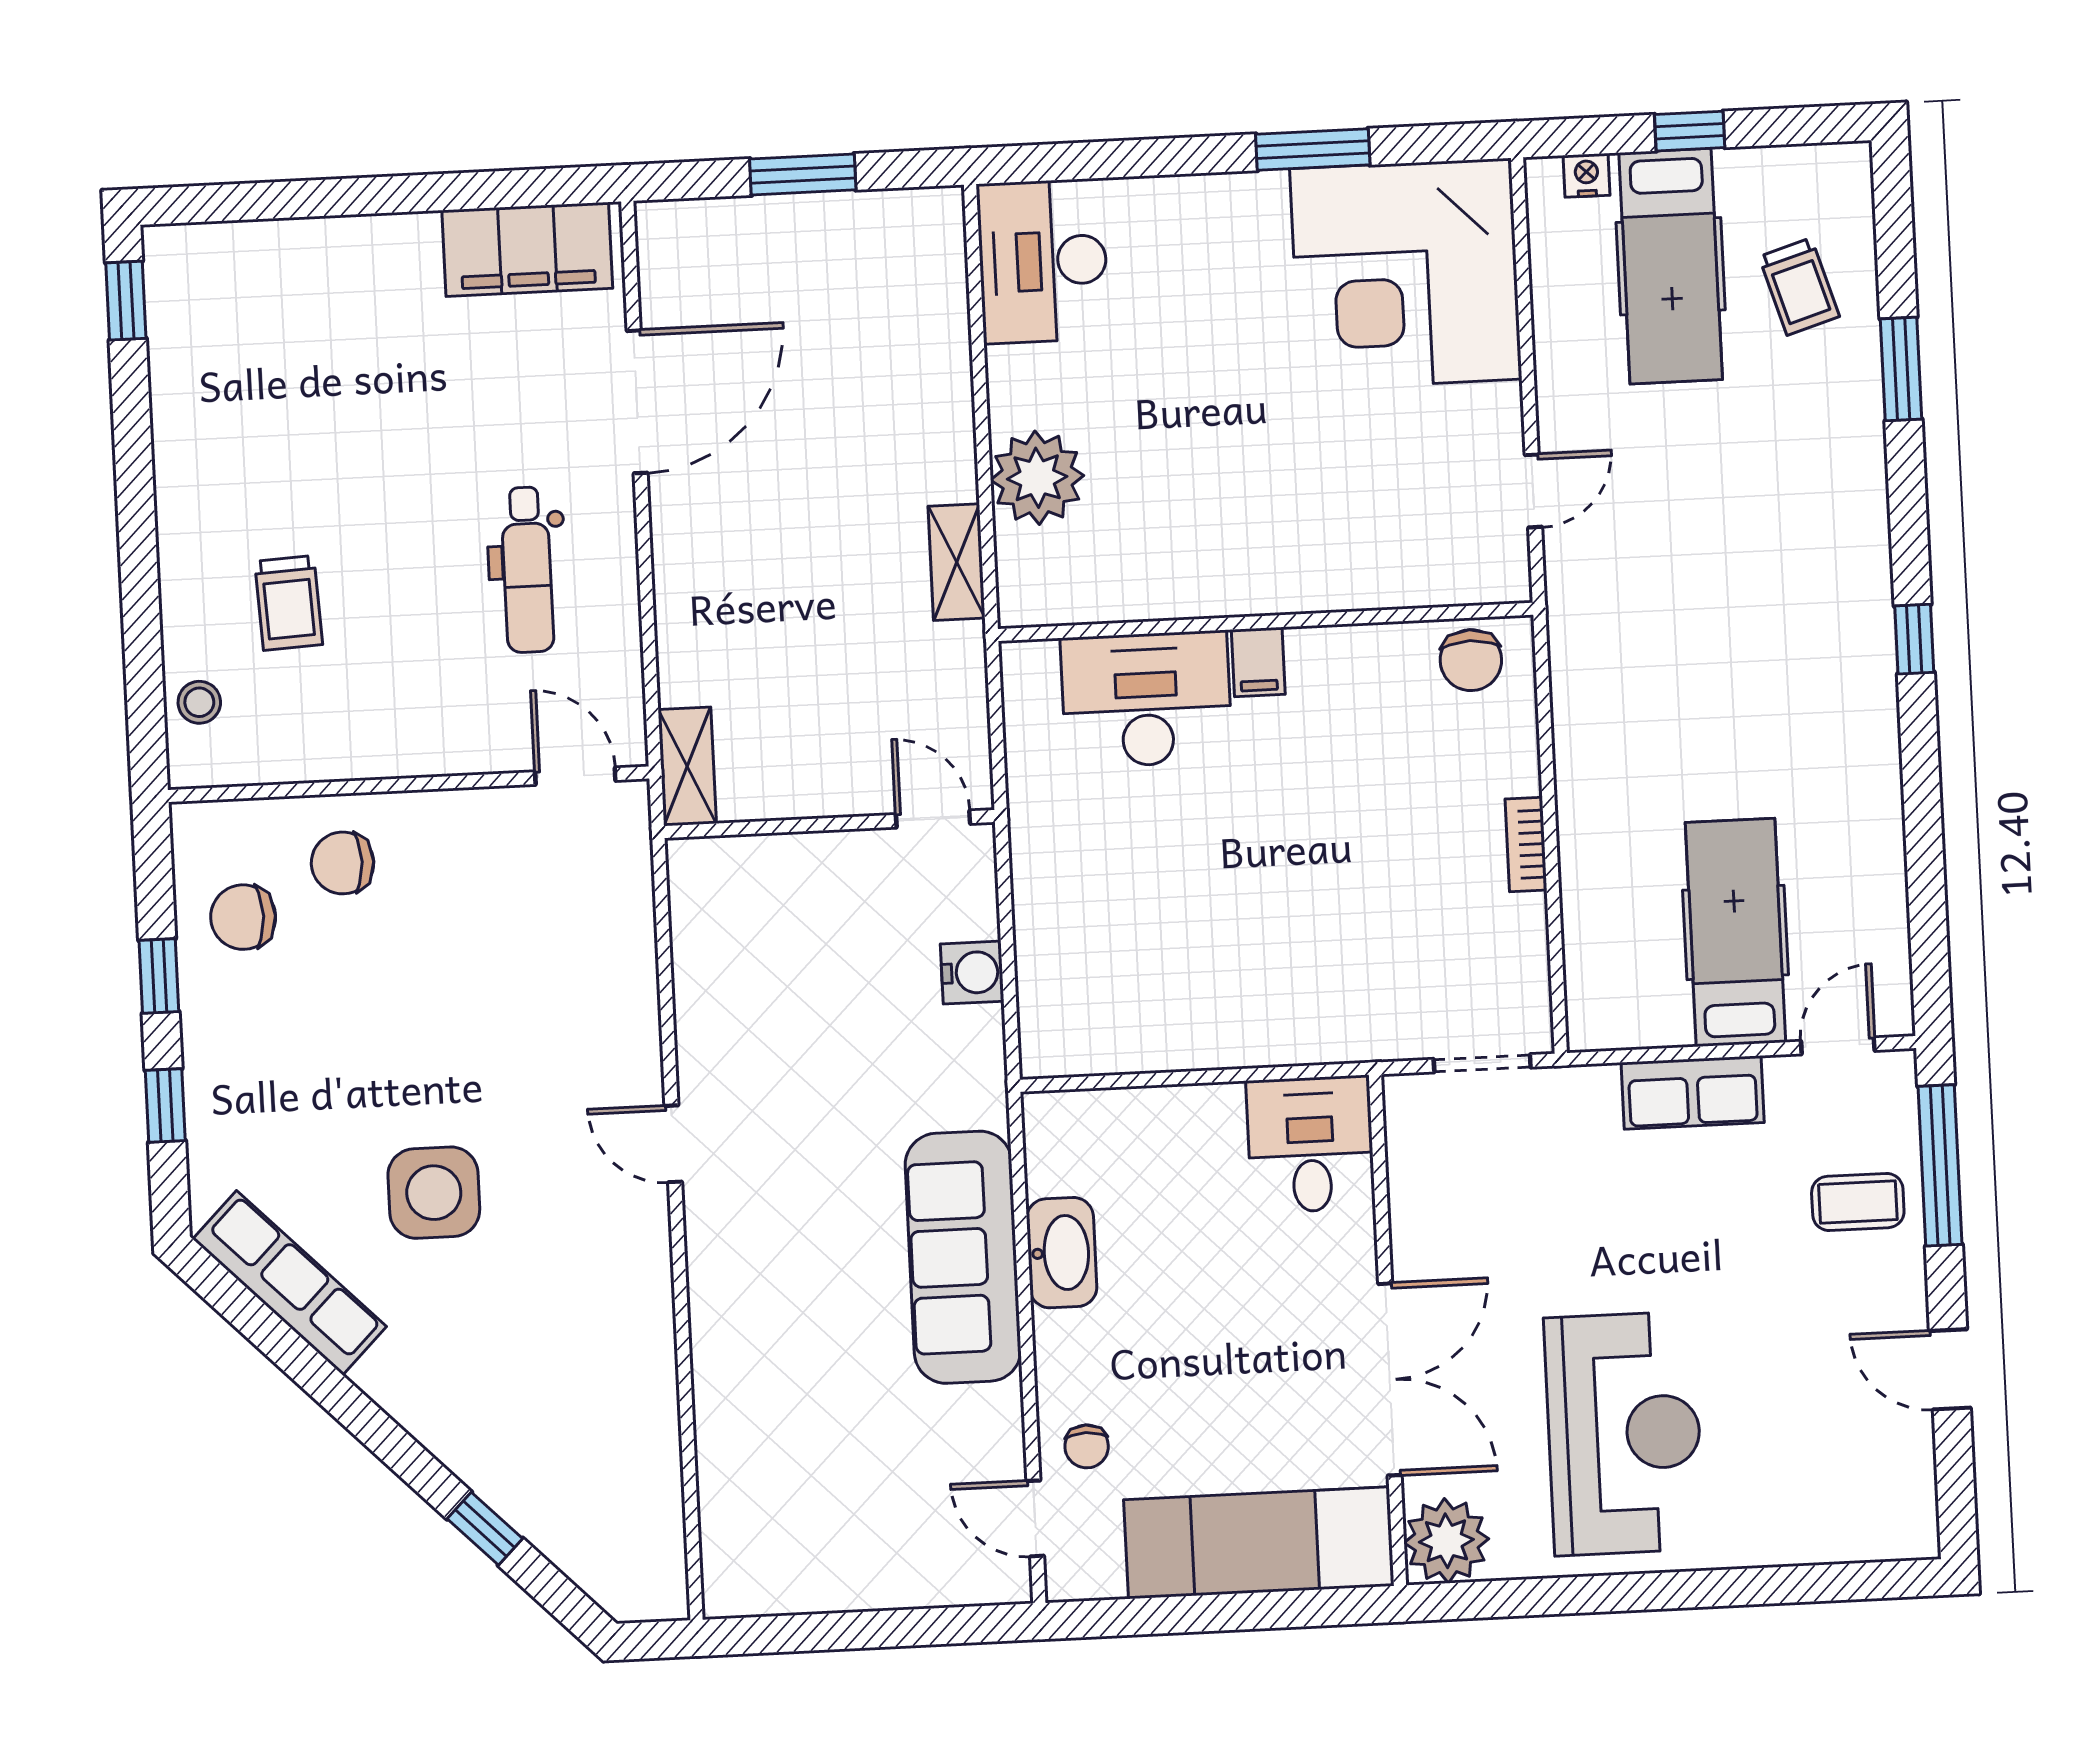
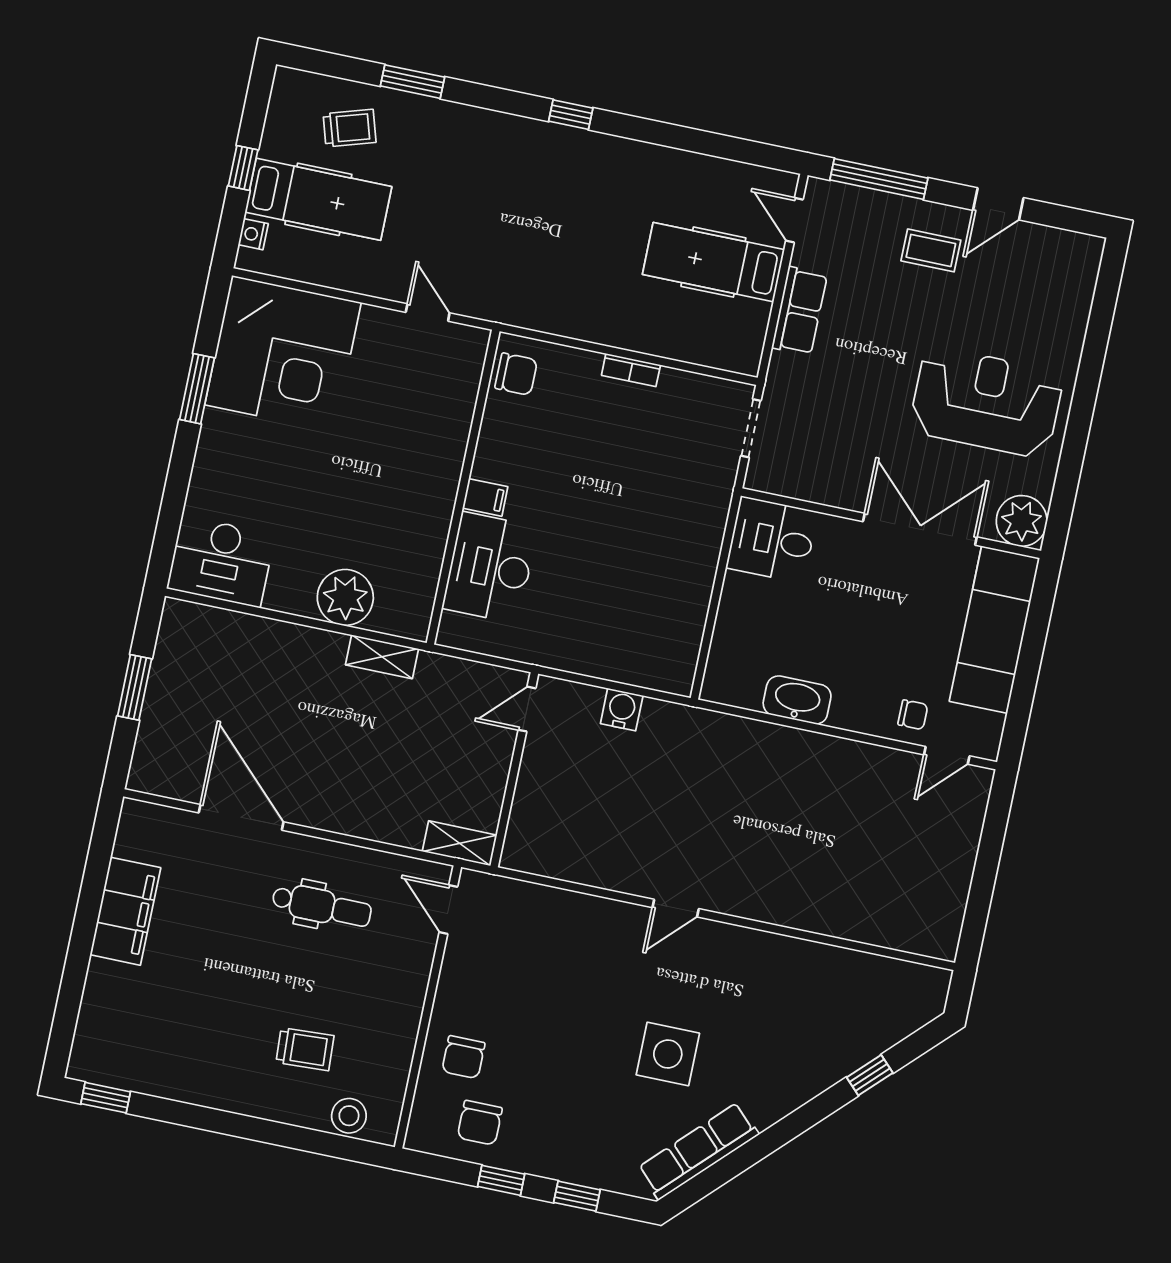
filing cabinet: (527, 249) -> (125, 911), moved
stool: (199, 702) -> (349, 1116), width x1.37, depth x1.37
door: (575, 776) -> (448, 909), hinge flipped
coffee table: (1858, 1202) -> (931, 250), moved, turned 90
sofa: (963, 1257) -> (785, 758), removed

